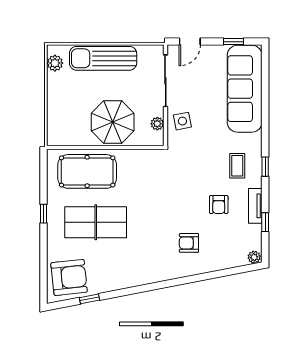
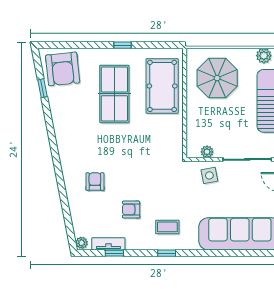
parasol: (113, 122) -> (217, 78), moved
tv unit: (255, 206) -> (108, 244), moved

